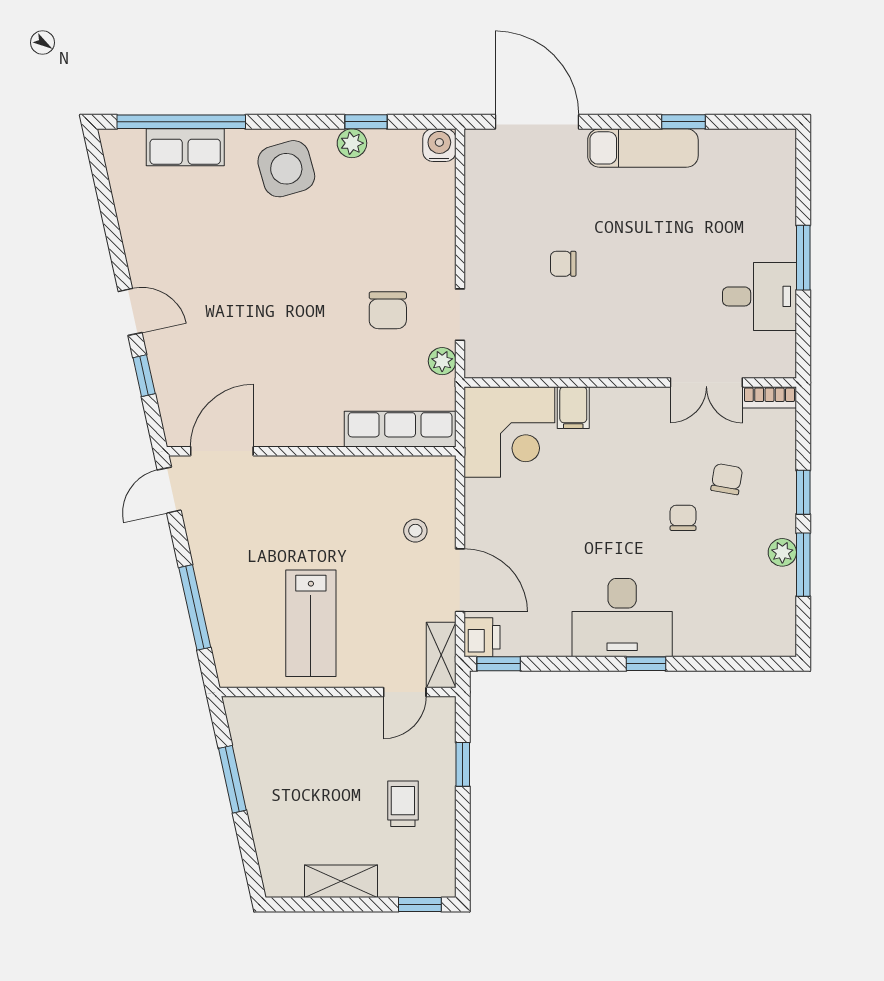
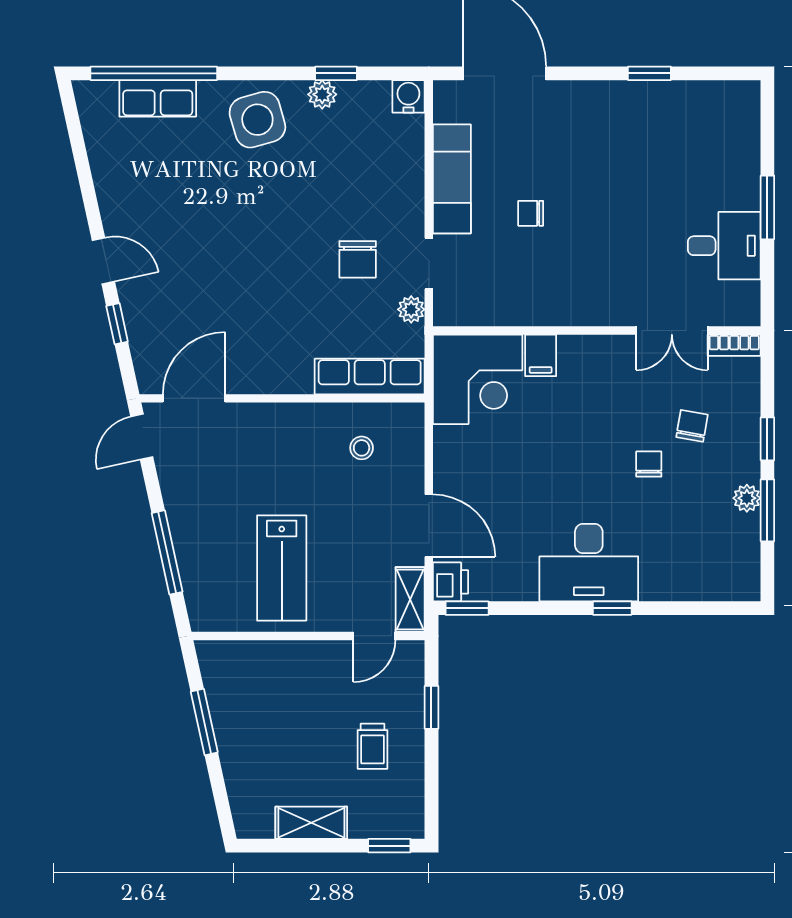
exam couch: (643, 148) -> (452, 179), moved, turned -90
stool: (415, 531) -> (362, 448), moved
trolley: (403, 804) -> (373, 746), turned 180

